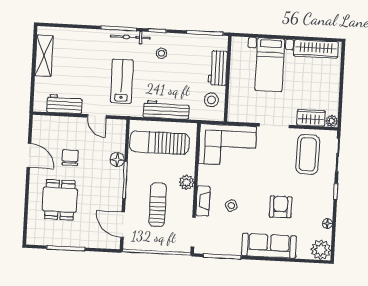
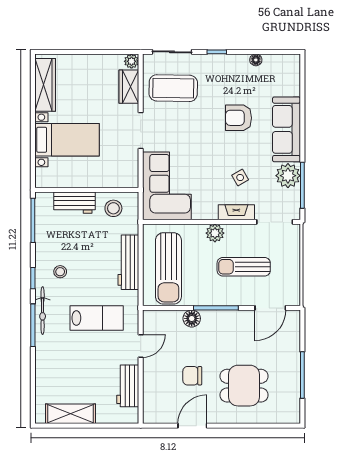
lab bench: (122, 81) -> (97, 318), turned 180
plant: (321, 250) -> (288, 176), moved

